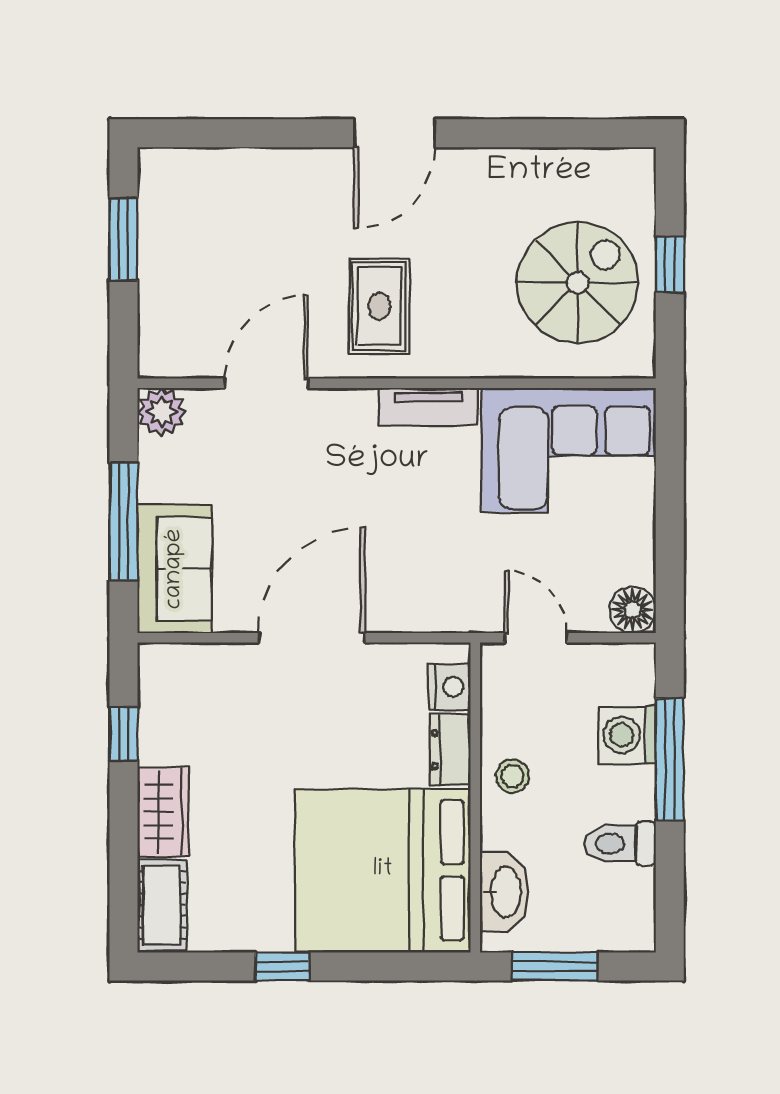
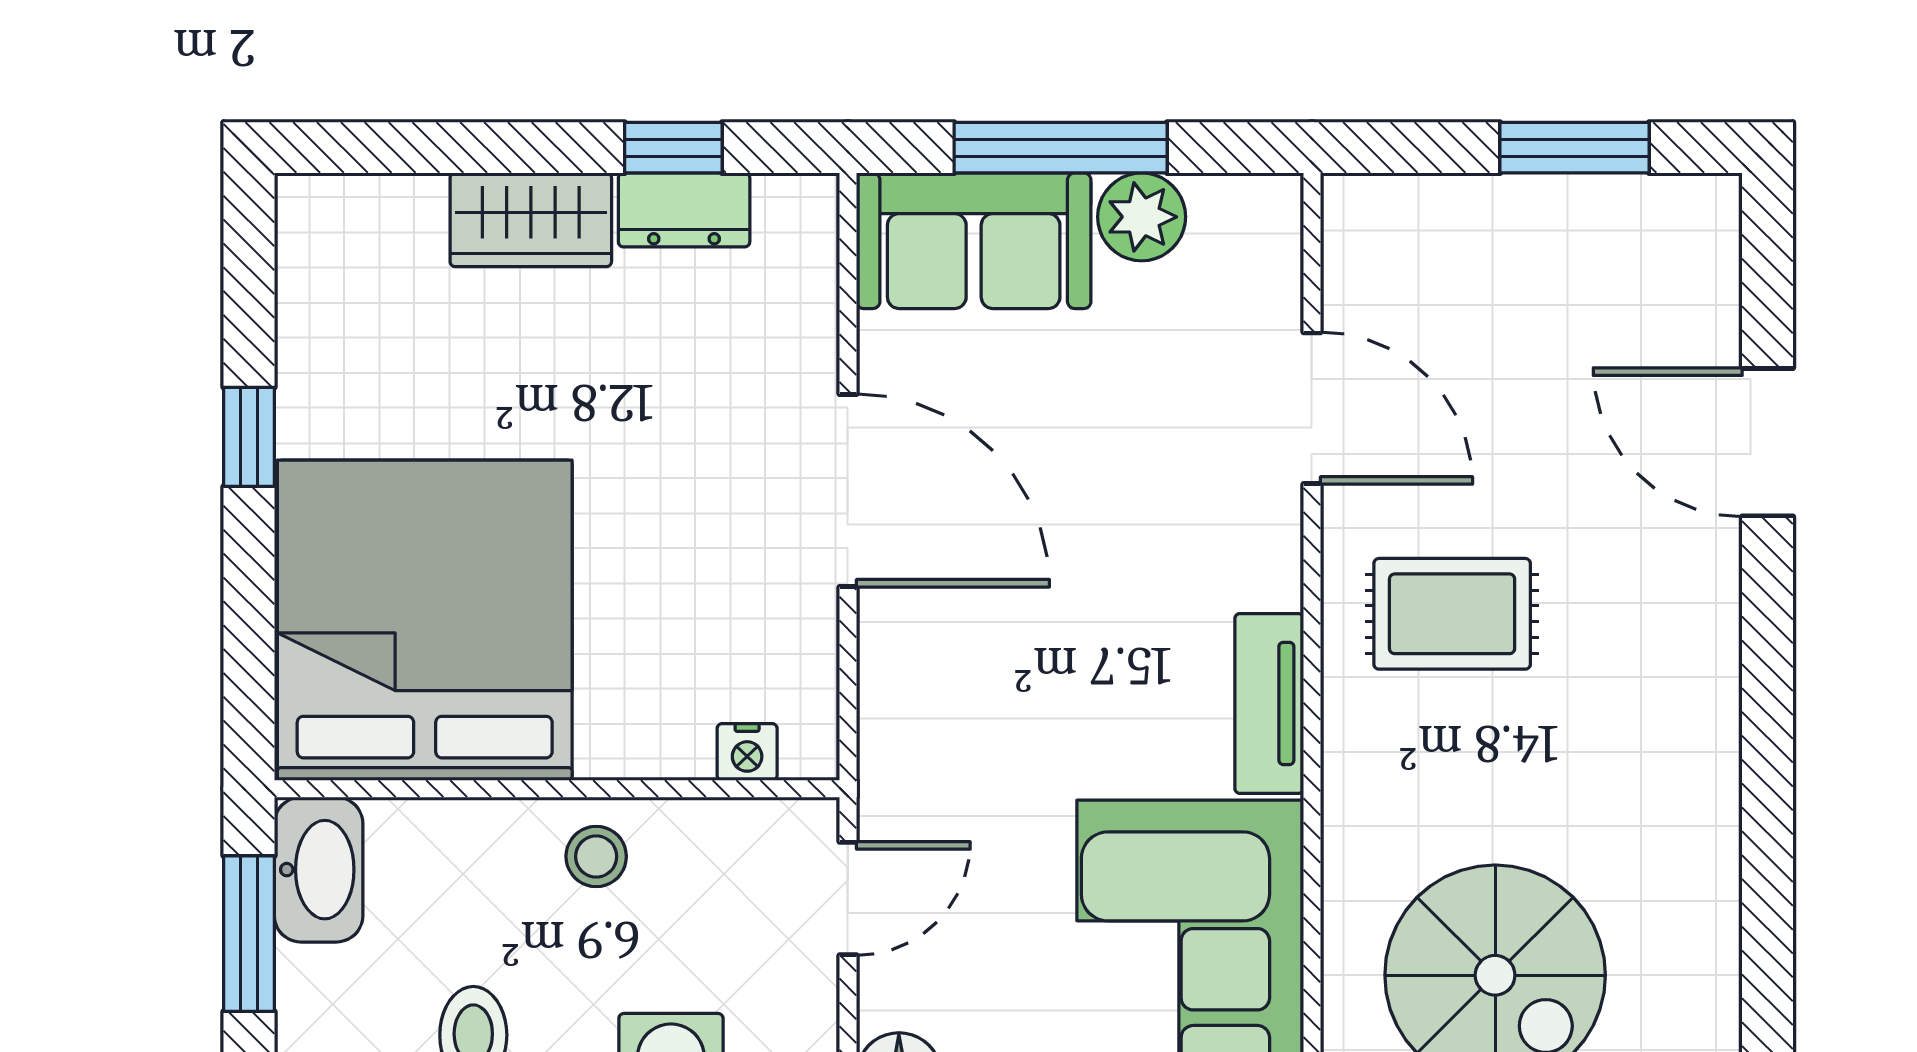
door: (395, 133) -> (1768, 442), moved
plant: (161, 412) -> (1142, 217), moved
nightstand: (450, 687) -> (747, 752), width x0.72, depth x0.74
dresser: (450, 749) -> (684, 210), moved, turned 180
washbasin: (504, 892) -> (319, 870), moved, turned -90
cot: (162, 905) -> (361, 218), removed

